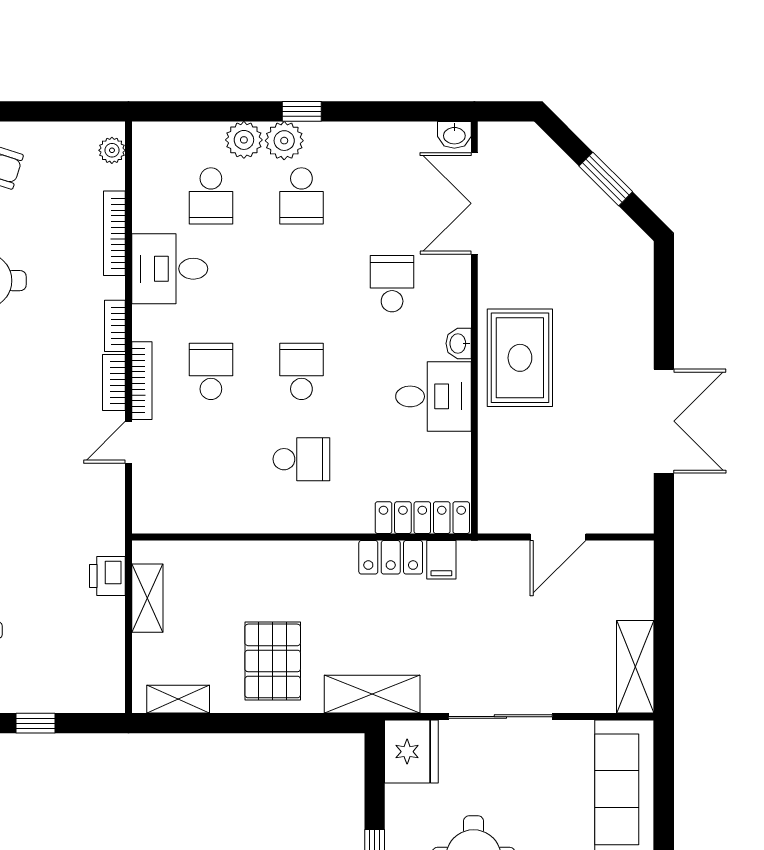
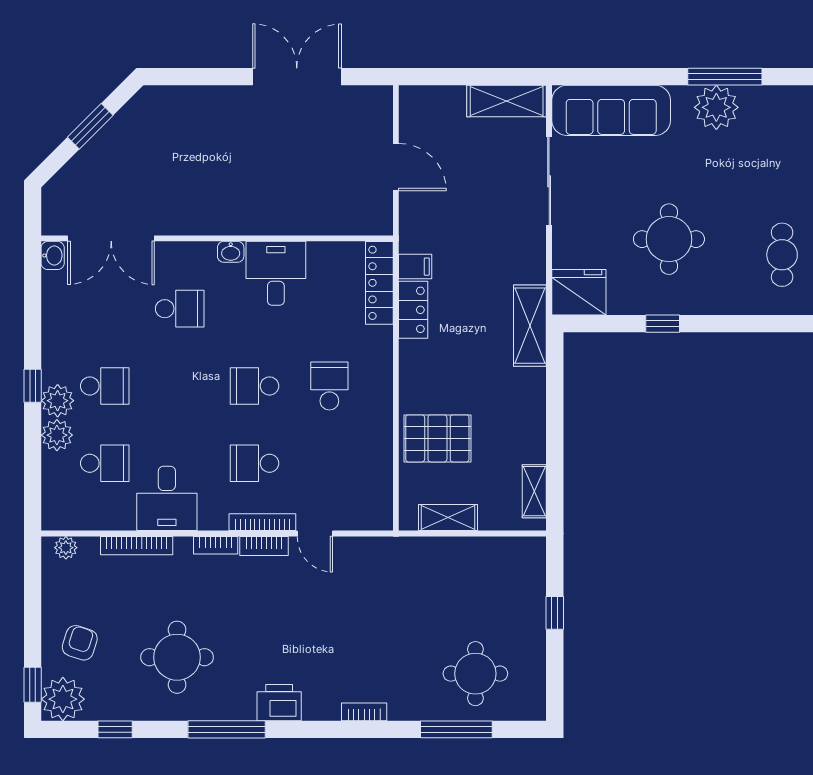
school desk: (392, 284) -> (180, 309), turned 180
rug: (520, 358) -> (243, 200), removed
printer: (107, 576) -> (429, 552), removed
pallet: (273, 661) -> (437, 438), moved
sliding door: (500, 717) -> (549, 181), moved

